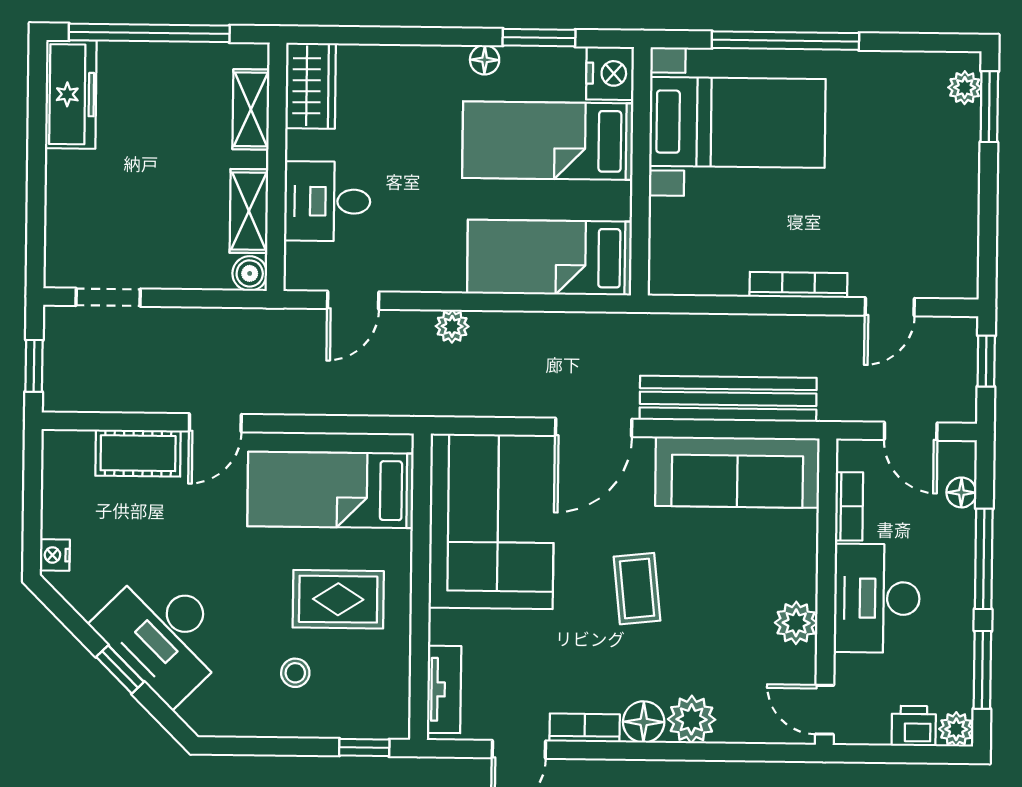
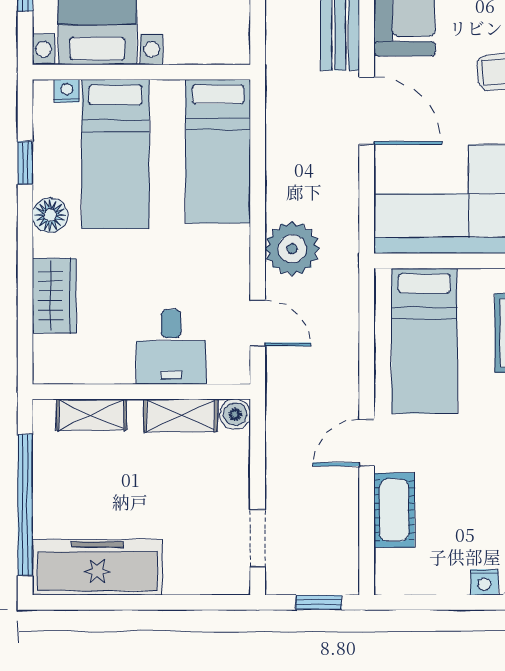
window: (539, 38) -> (25, 163), width x0.67
floor lamp: (485, 60) -> (50, 215), width x1.37, depth x1.37
nightstand: (610, 73) -> (67, 91), width x0.53, depth x0.56
wardrobe: (311, 86) -> (54, 296), moved, turned 90
freezer: (71, 94) -> (97, 567), width x1.36, depth x1.26
plant: (452, 326) -> (292, 249), width x1.88, depth x1.88
door: (215, 423) -> (367, 443), swing flipped

